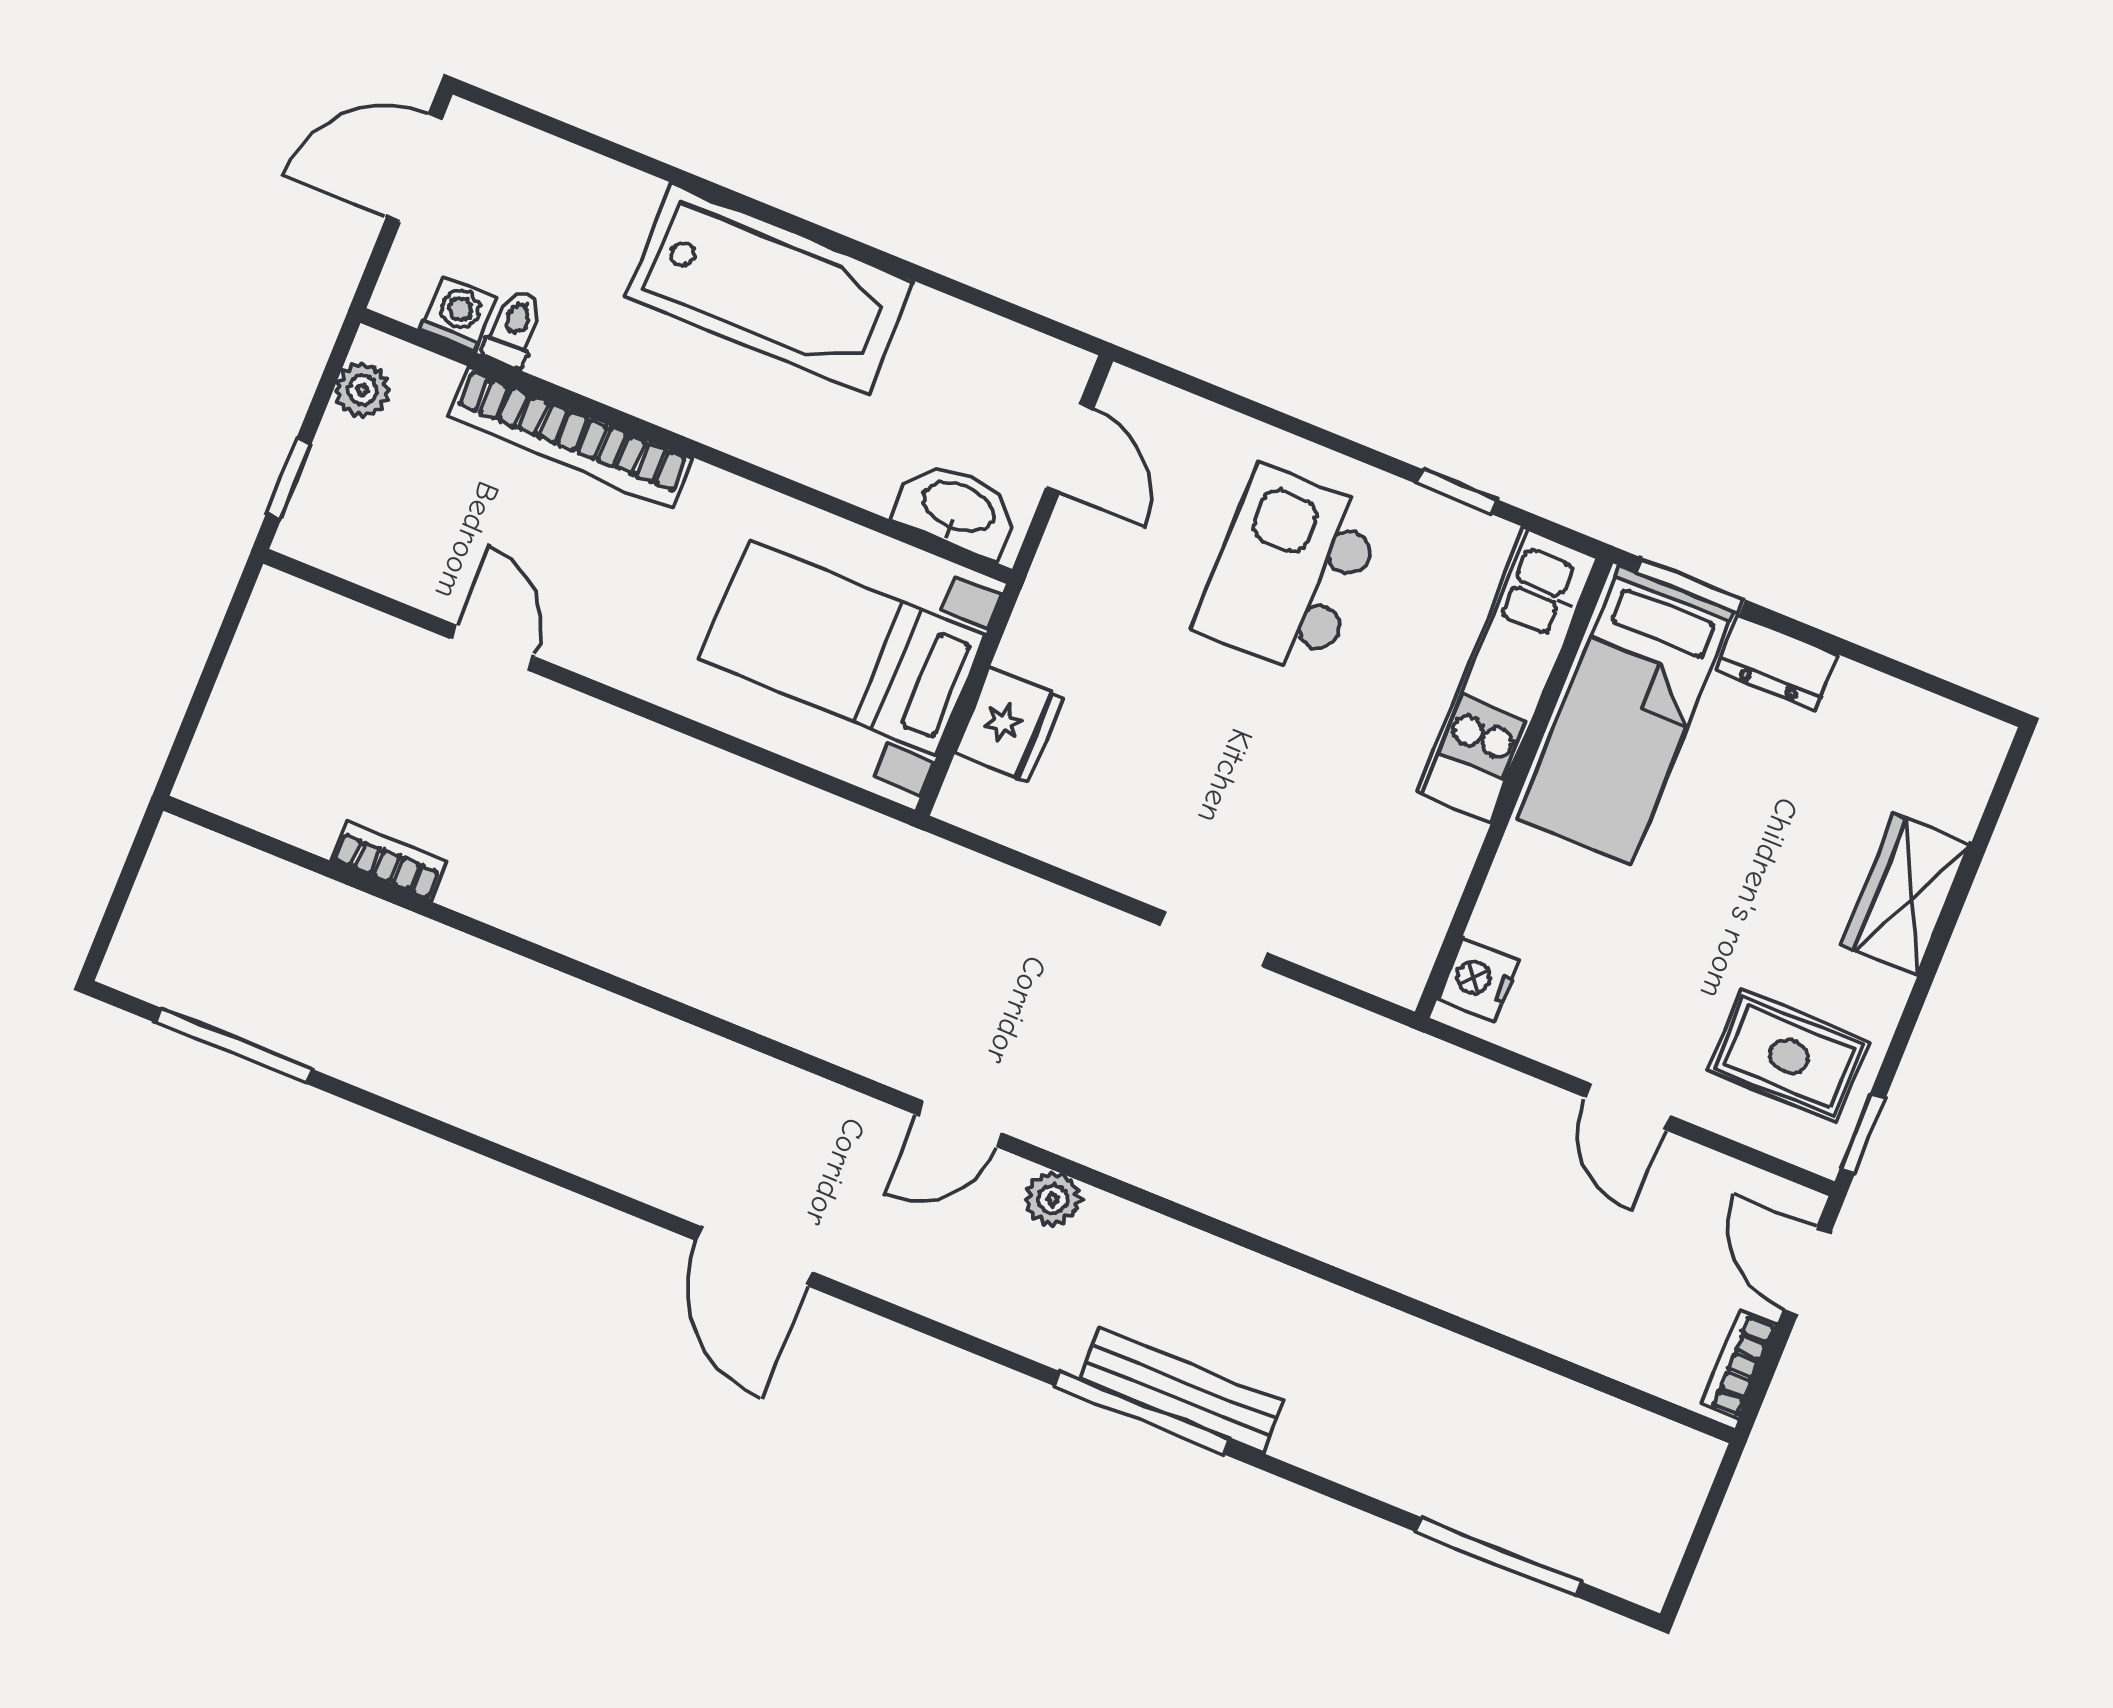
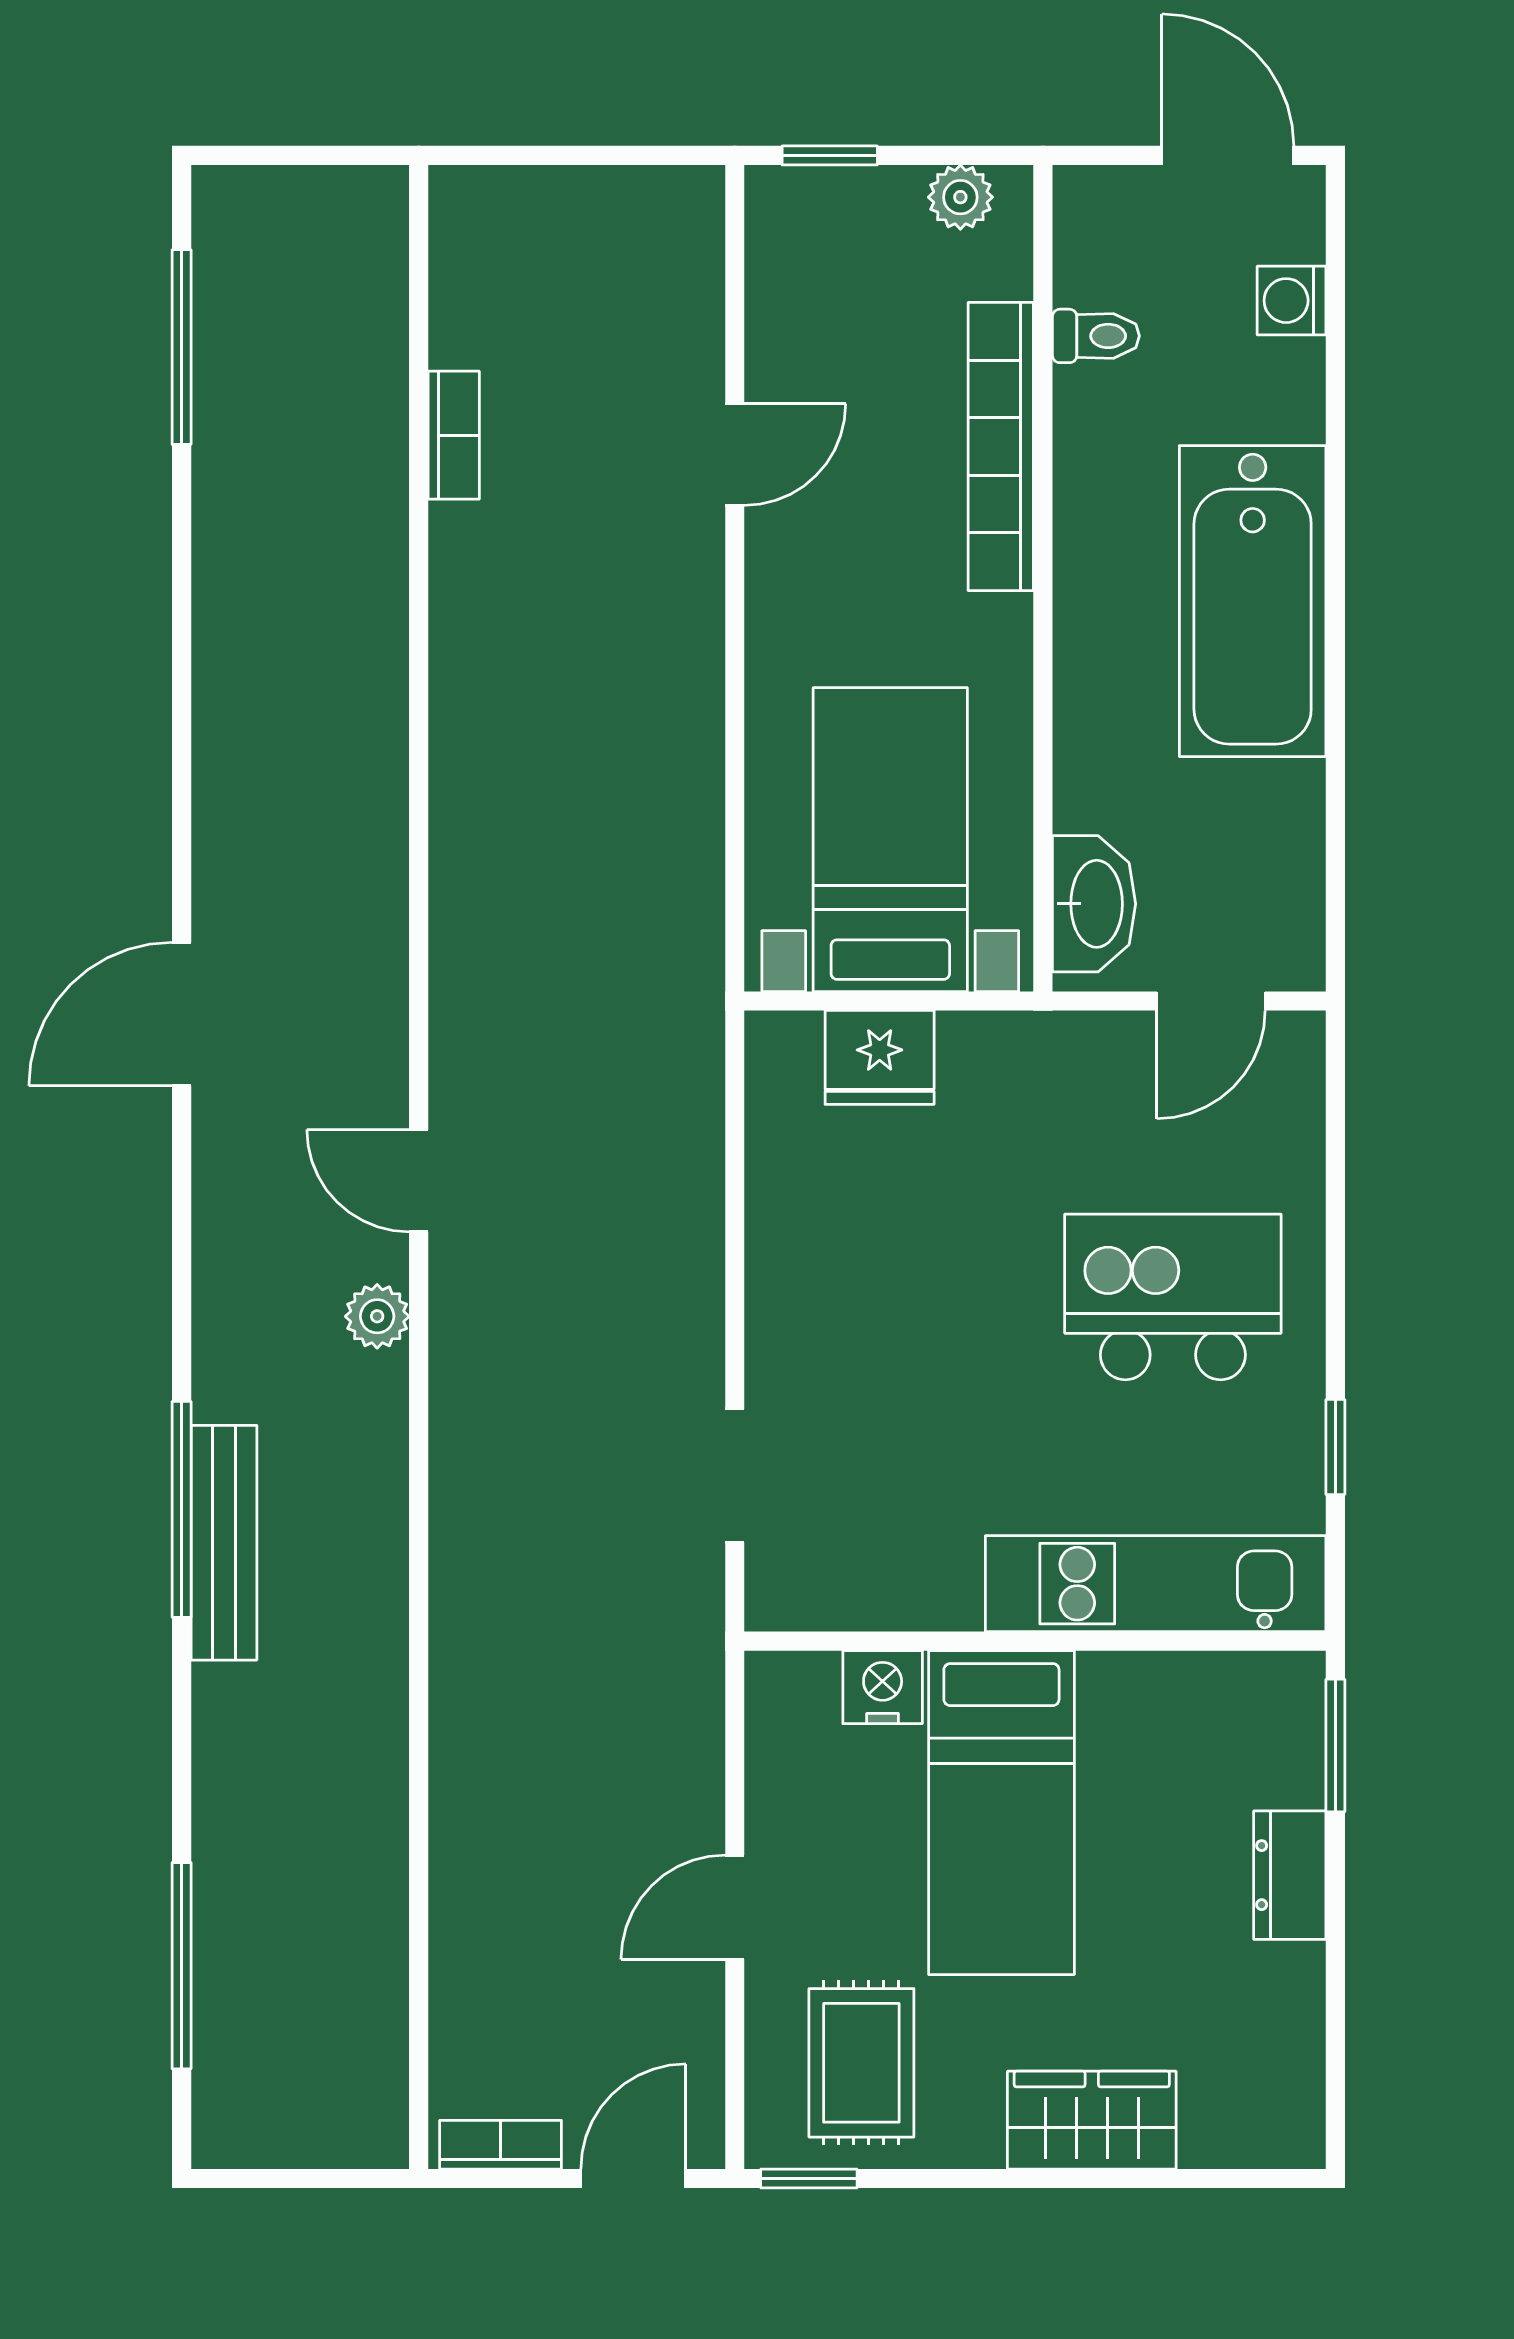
washing machine: (458, 314) -> (1292, 301), moved, turned 180
bed: (1625, 716) -> (1001, 1813), moved, turned -90
doorway: (1214, 939) -> (735, 1476), moved
nightstand: (1478, 980) -> (883, 1687), moved

